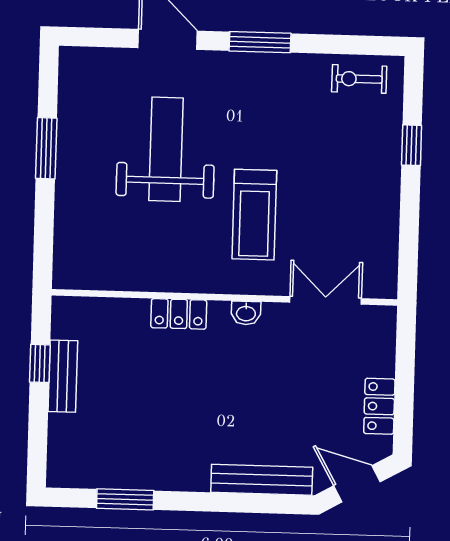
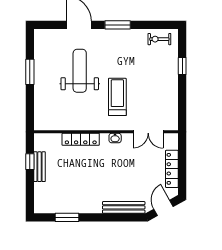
treadmill: (254, 215) -> (117, 97), turned 180
double door: (326, 300) -> (148, 132), swing flipped
locker: (179, 314) -> (81, 139), width x1.53
locker: (379, 406) -> (172, 169), width x1.53
door: (357, 484) -> (163, 208), hinge flipped

